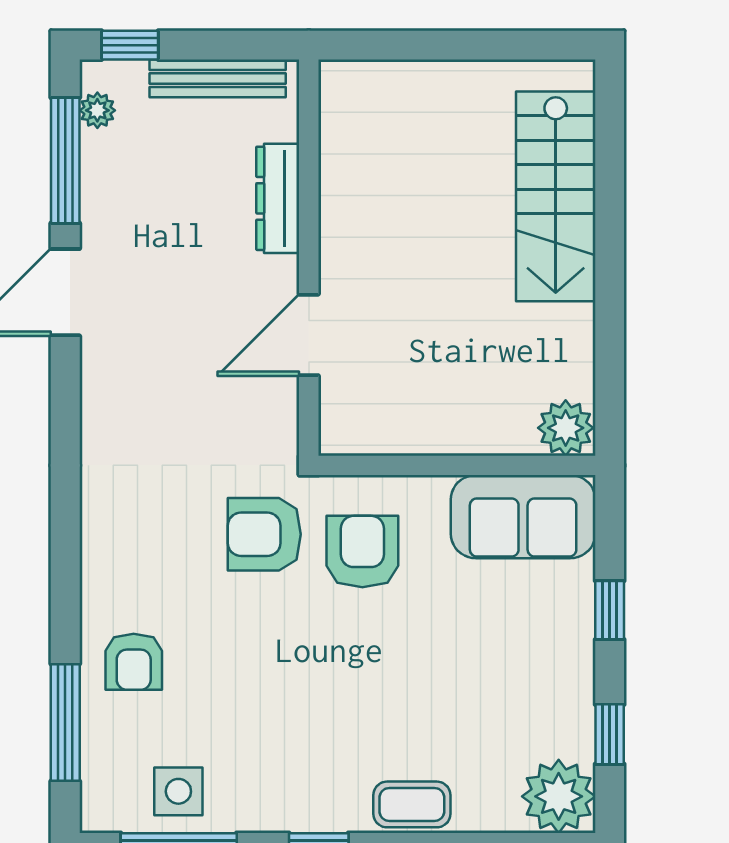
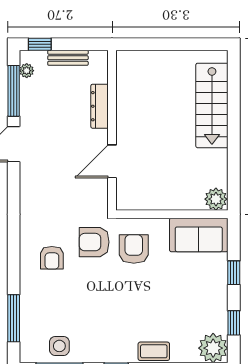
bench: (218, 78) -> (68, 58), width x0.73
armchair: (134, 662) -> (52, 258), moved

